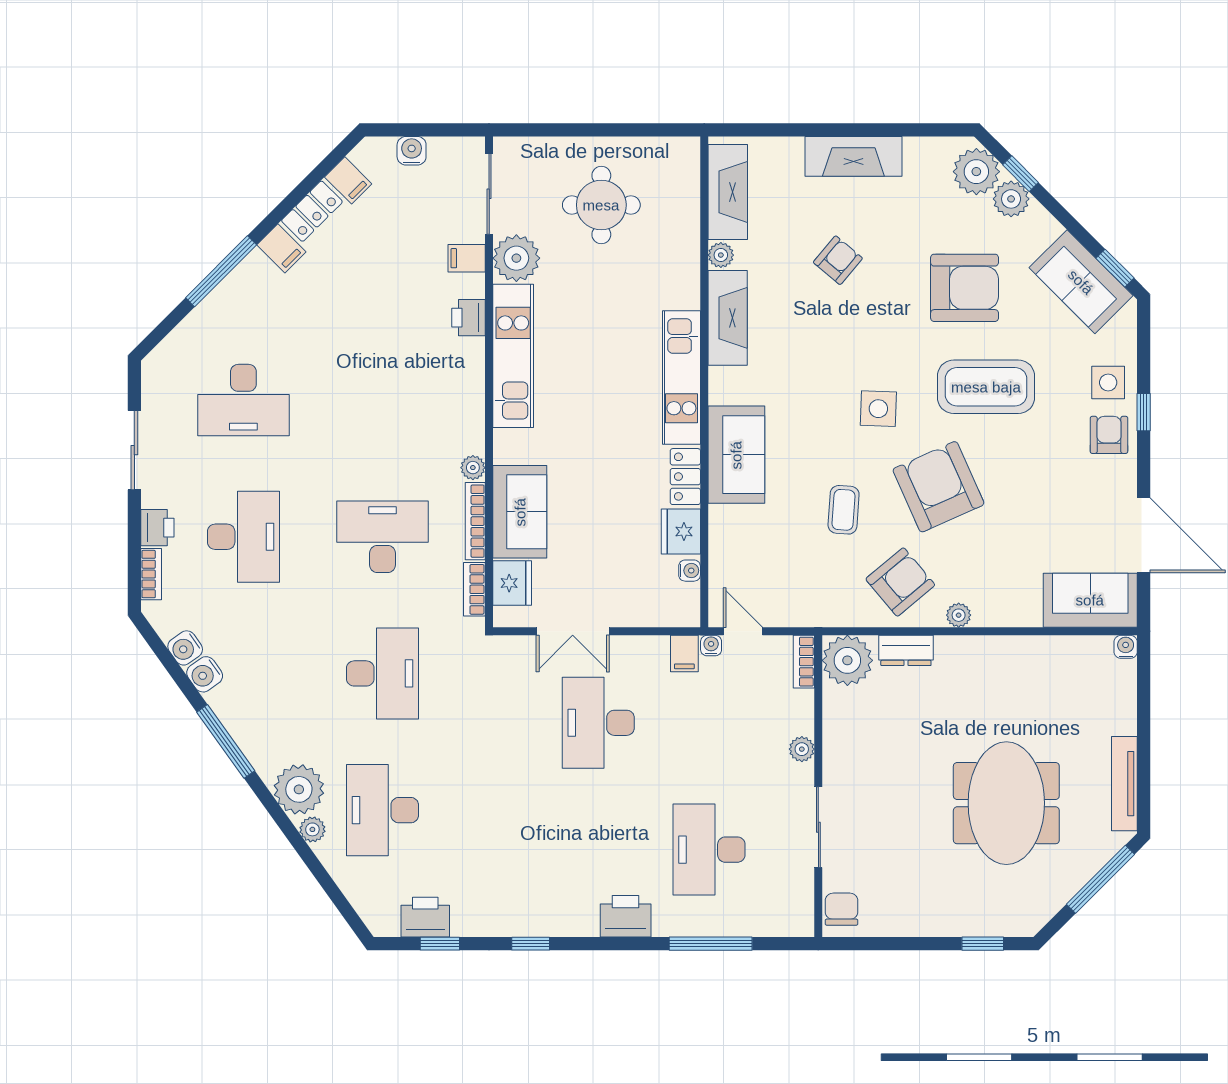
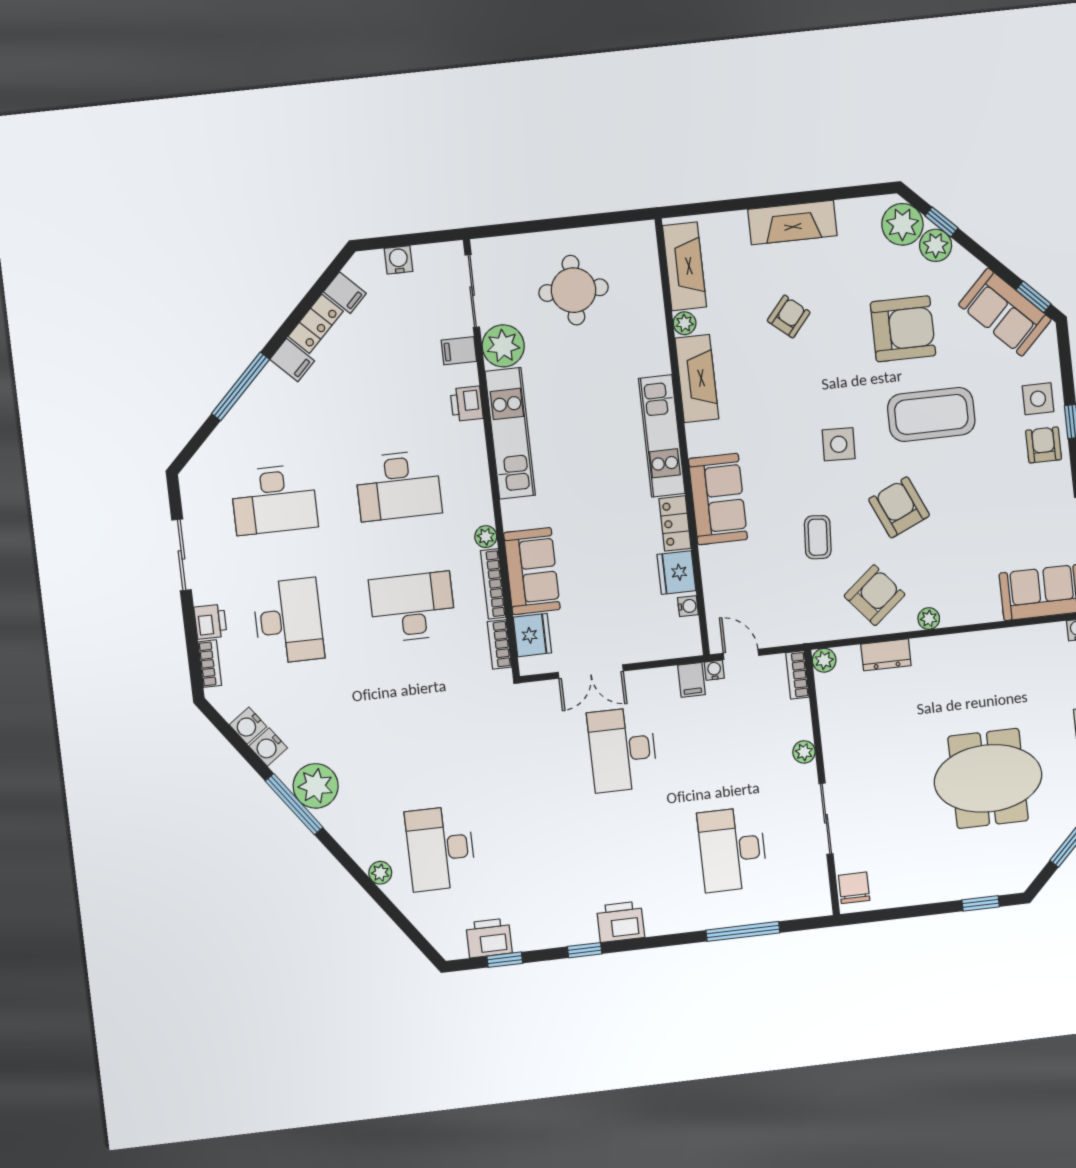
armchair: (939, 487) -> (899, 507), width x0.73, depth x0.73
plant: (847, 660) -> (824, 660), width x0.53, depth x0.53
desk: (382, 673) -> (398, 486), moved, turned 90
plant: (299, 789) -> (316, 786), moved
meeting table: (1006, 803) -> (988, 778), turned 90
printer: (626, 916) -> (621, 922), moved

